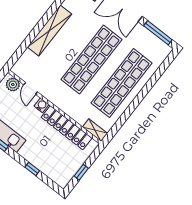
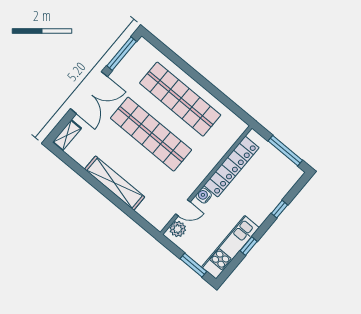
shelving: (95, 130) -> (236, 133), removed
window: (81, 172) -> (285, 151), width x2.17

